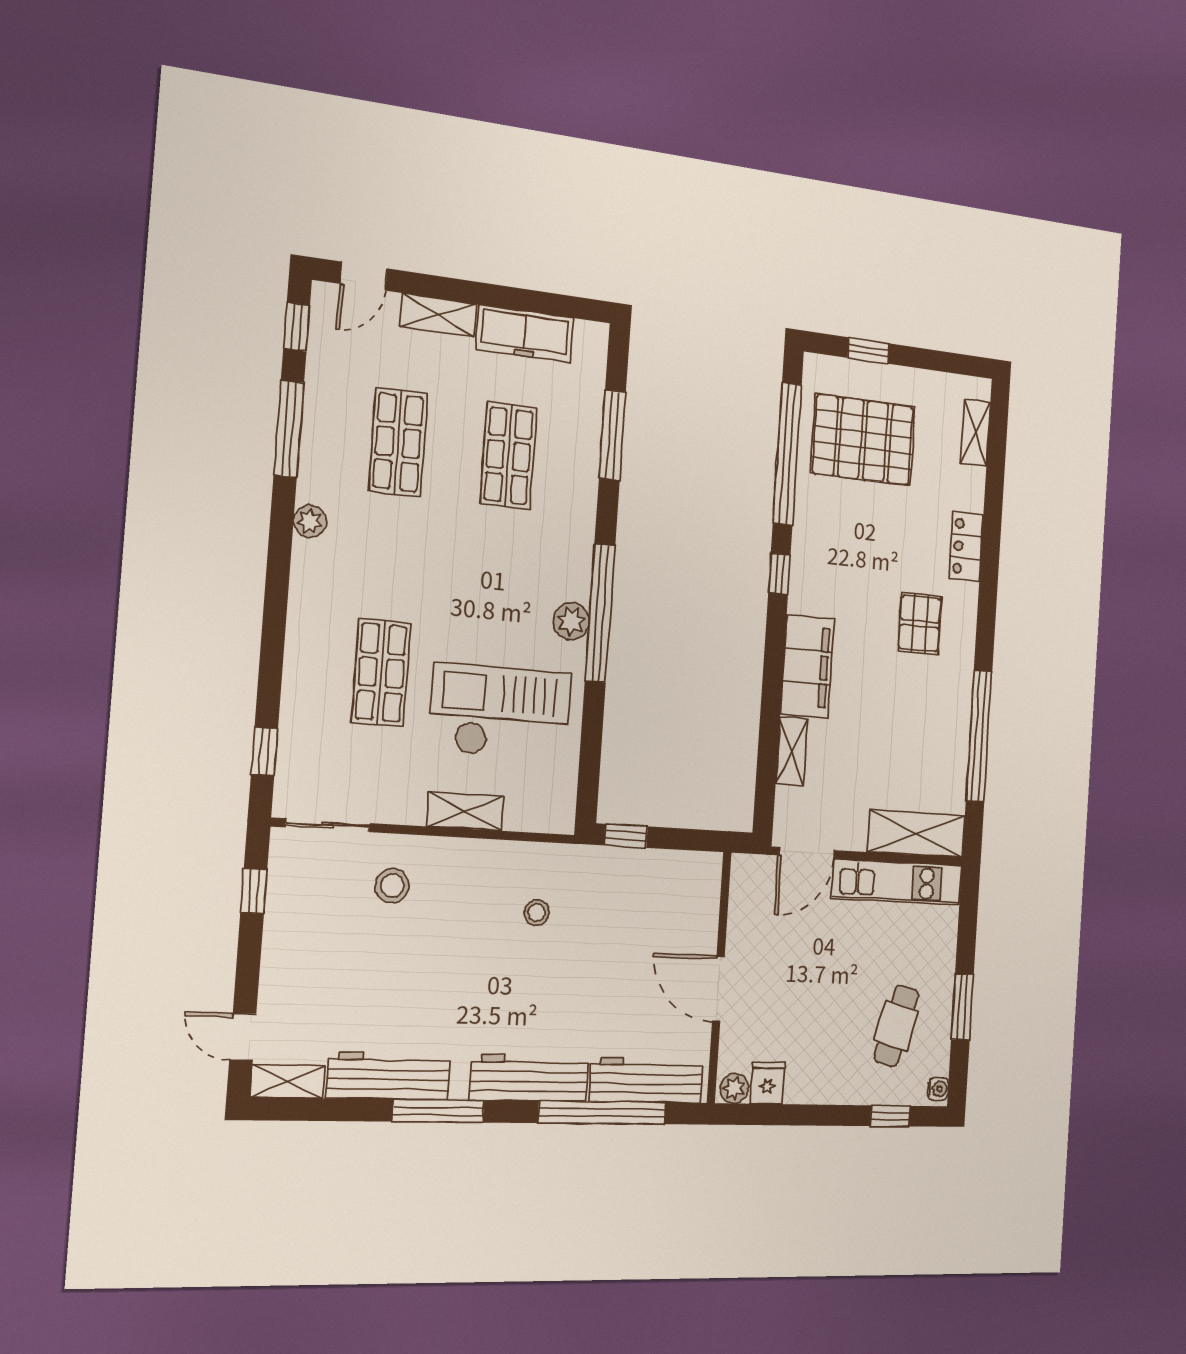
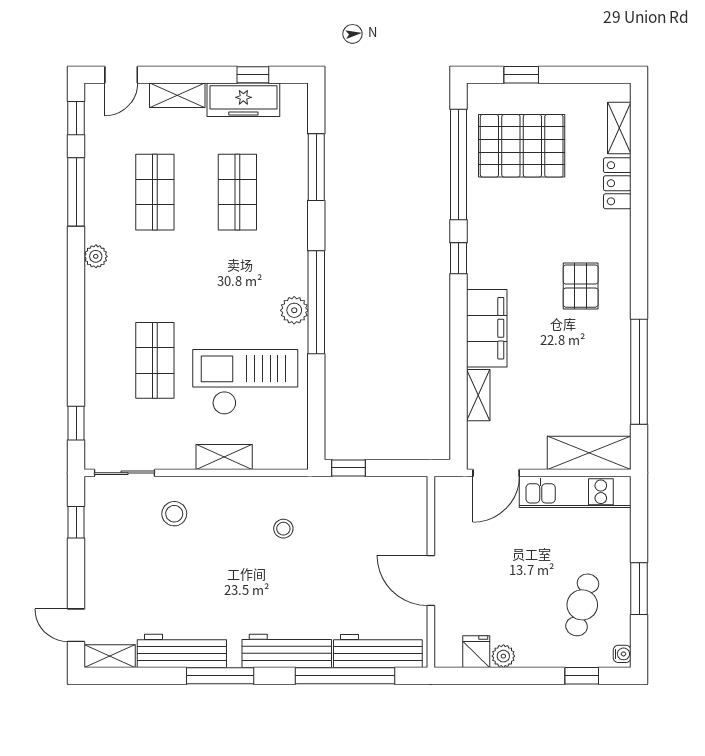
window: (540, 302) -> (253, 75), added
locker: (966, 547) -> (617, 183), moved
plant: (734, 1088) -> (503, 656), moved

